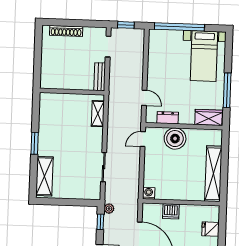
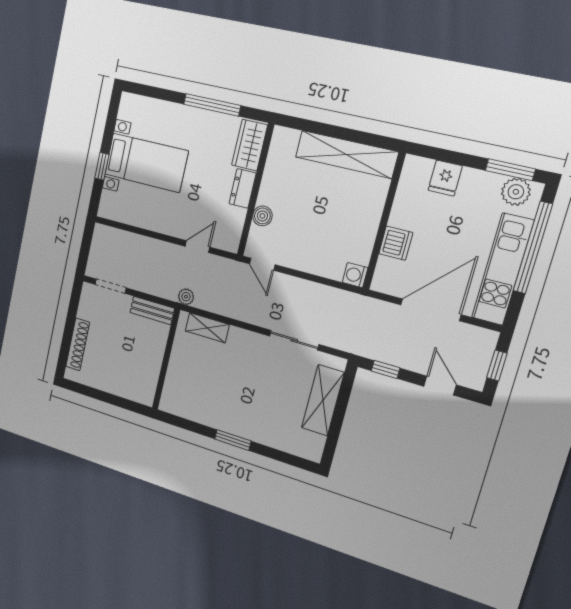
window: (126, 25) -> (85, 251), removed
window: (179, 27) -> (102, 166), width x0.32
bed with nightstands: (204, 56) -> (146, 163), moved
dresser: (168, 118) -> (243, 188), moved
boiler: (175, 139) -> (262, 216), width x0.54, depth x0.54
shelving: (44, 176) -> (323, 400), moved, turned 90
plant: (109, 209) -> (186, 297), moved

